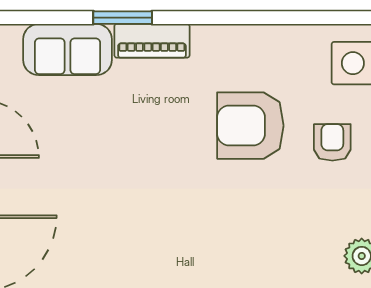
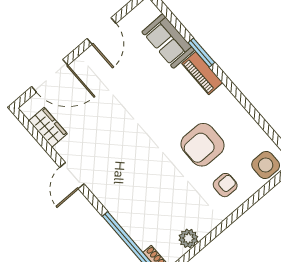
armchair: (250, 126) -> (203, 145), turned -90

